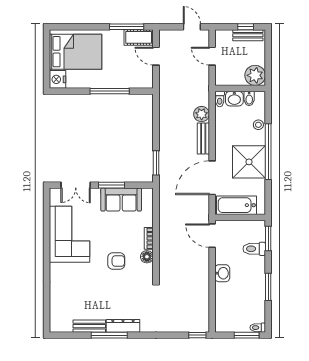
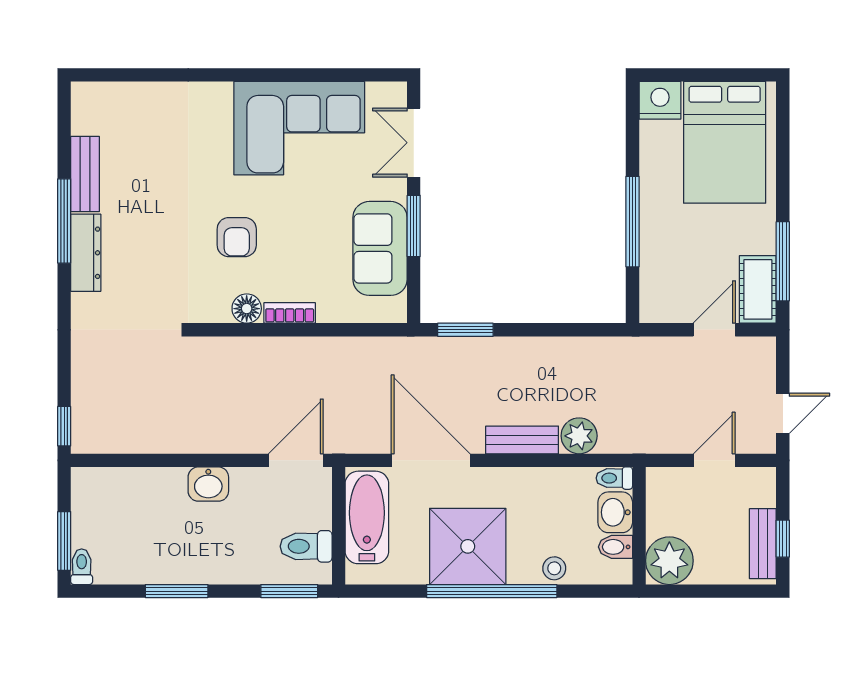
toilet: (254, 249) -> (306, 546), moved, turned -90

